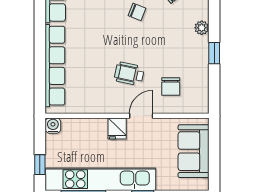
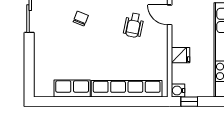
fridge: (117, 128) -> (181, 55), moved
window: (40, 165) -> (189, 102), moved

